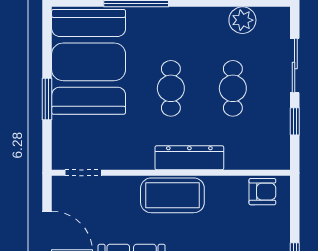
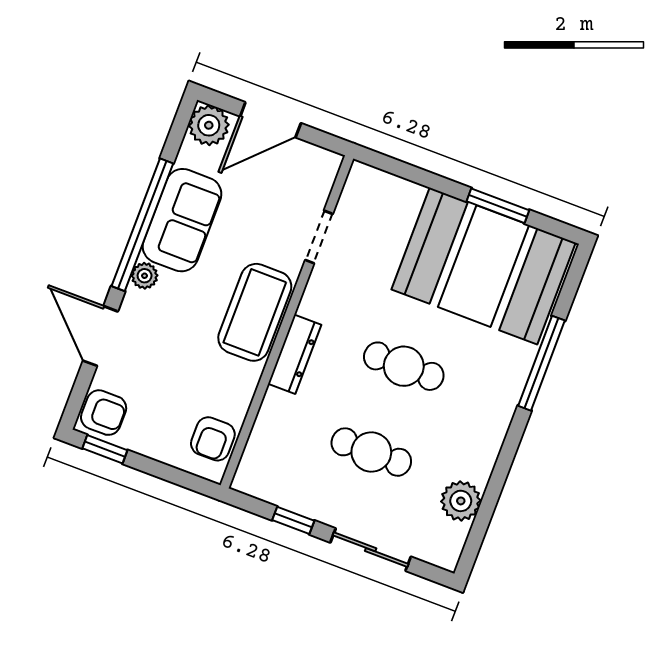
window: (47, 99) -> (498, 206), moved
dresser: (189, 158) -> (295, 354), width x0.73, depth x0.80
doorway: (83, 173) -> (319, 237), moved

